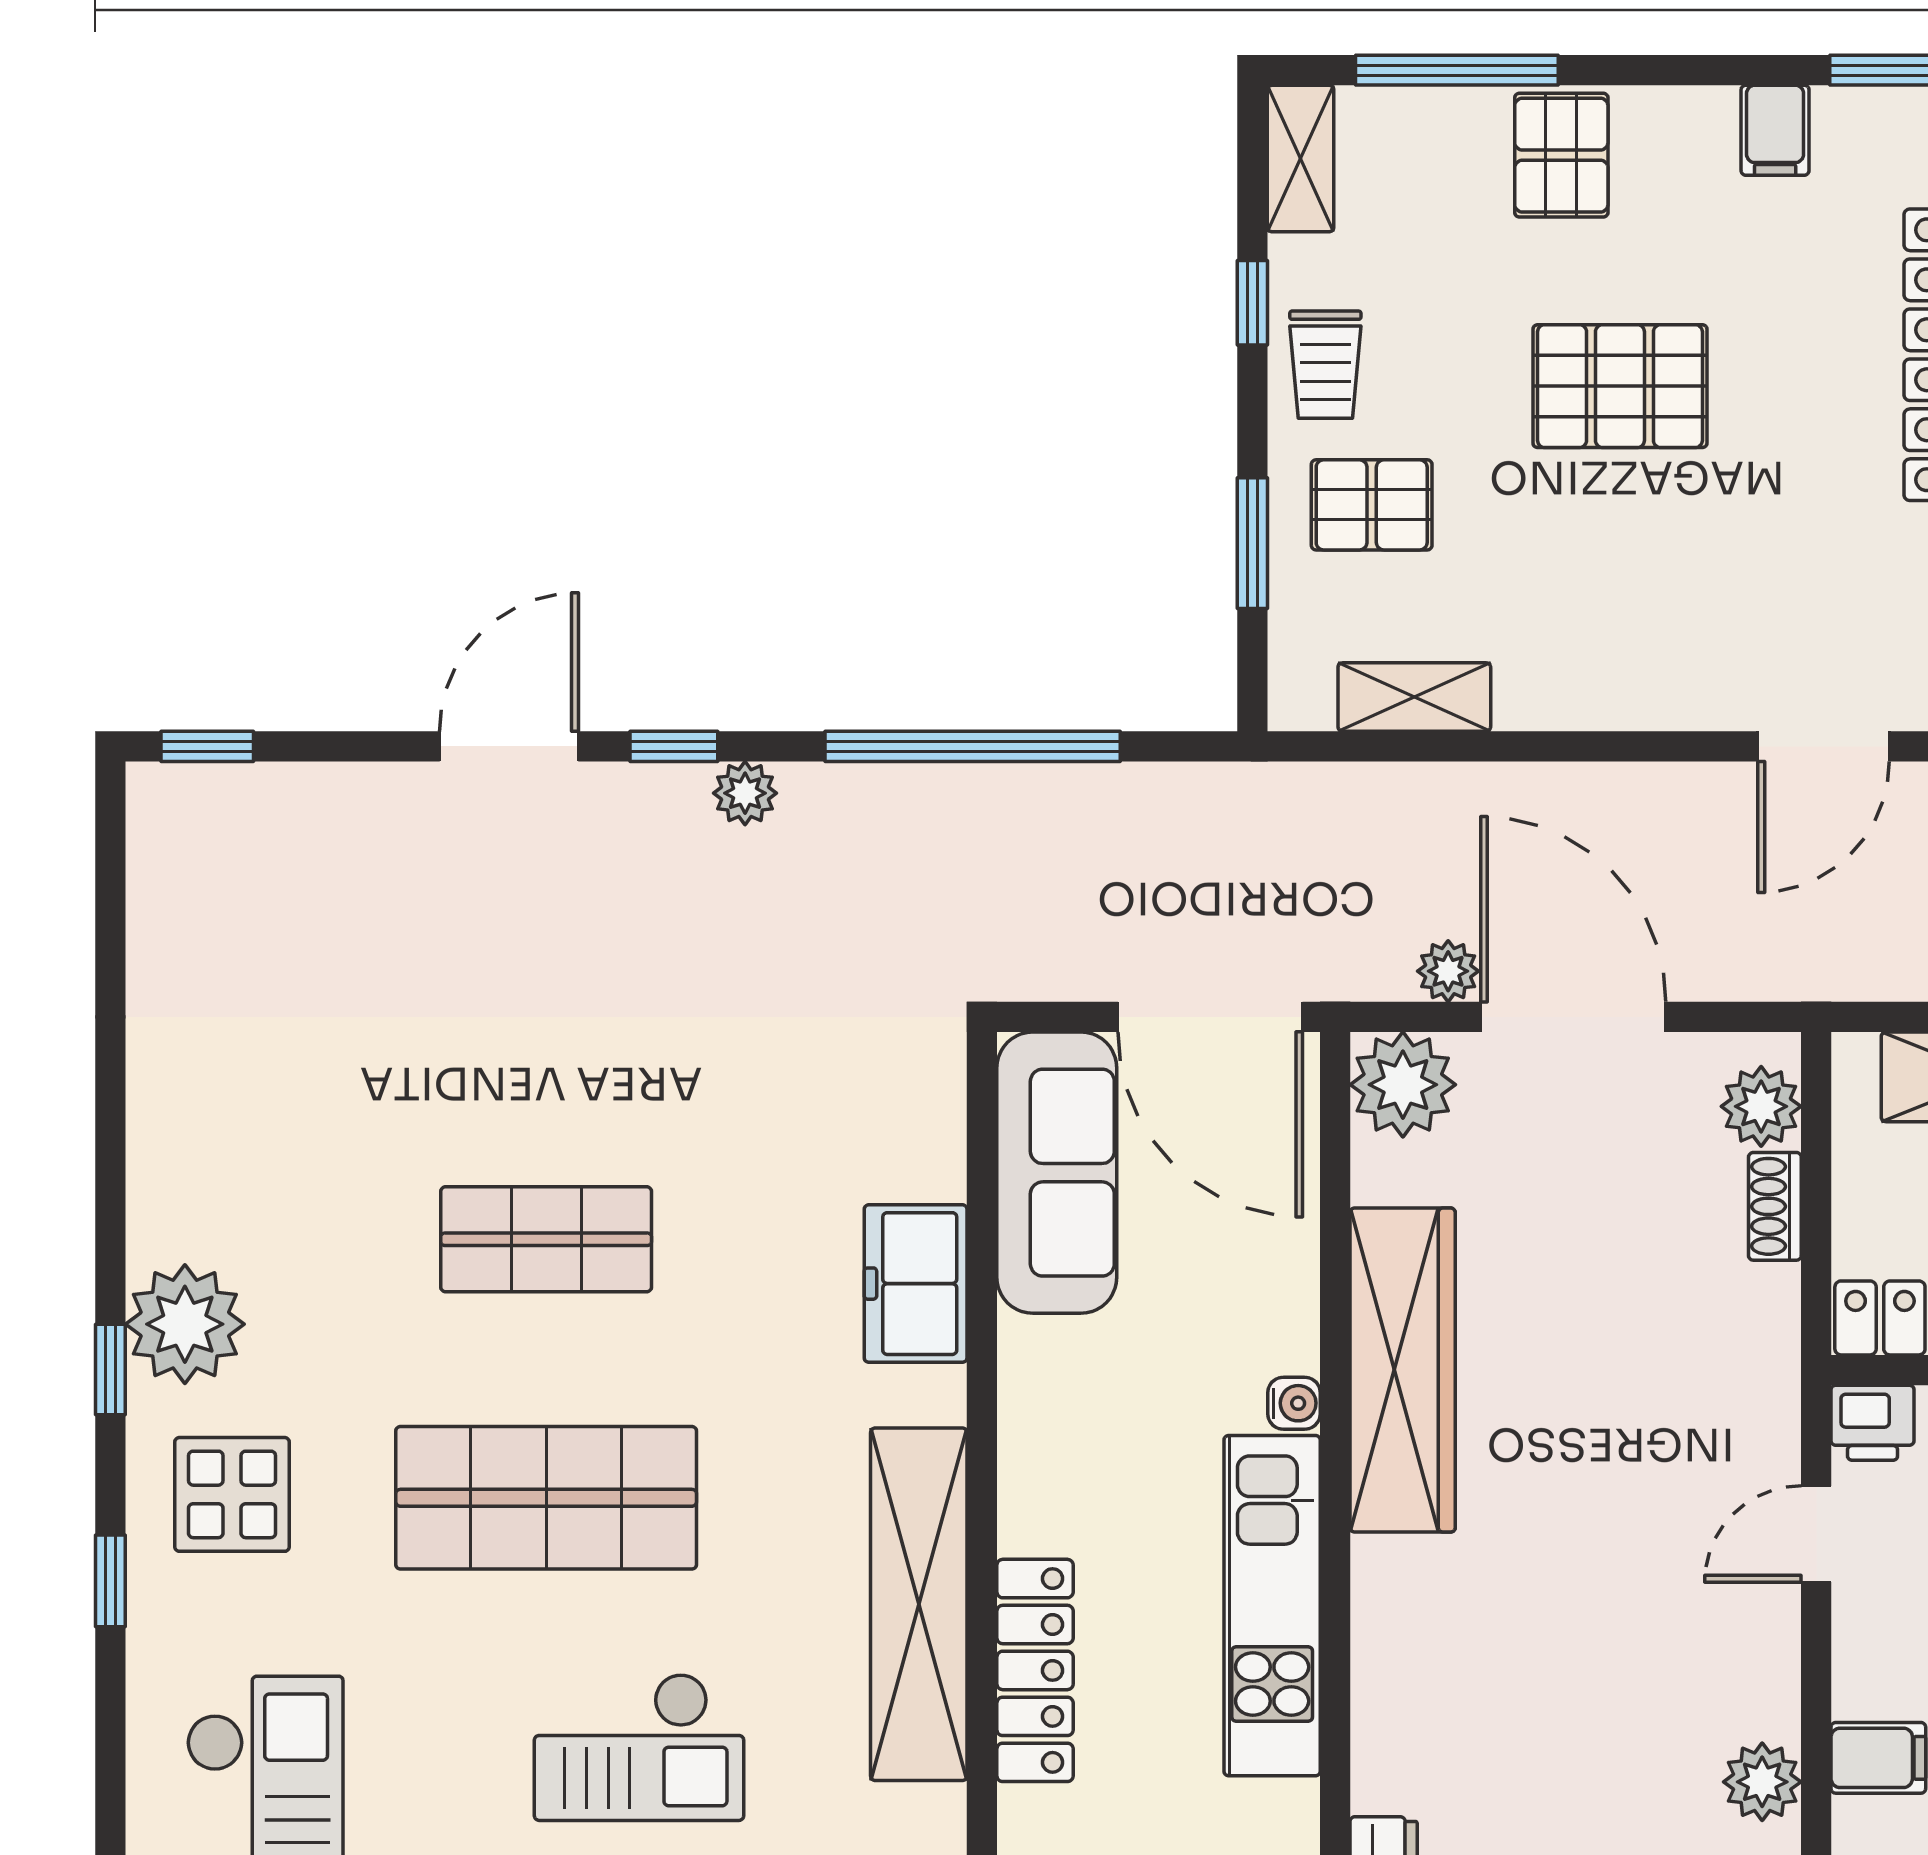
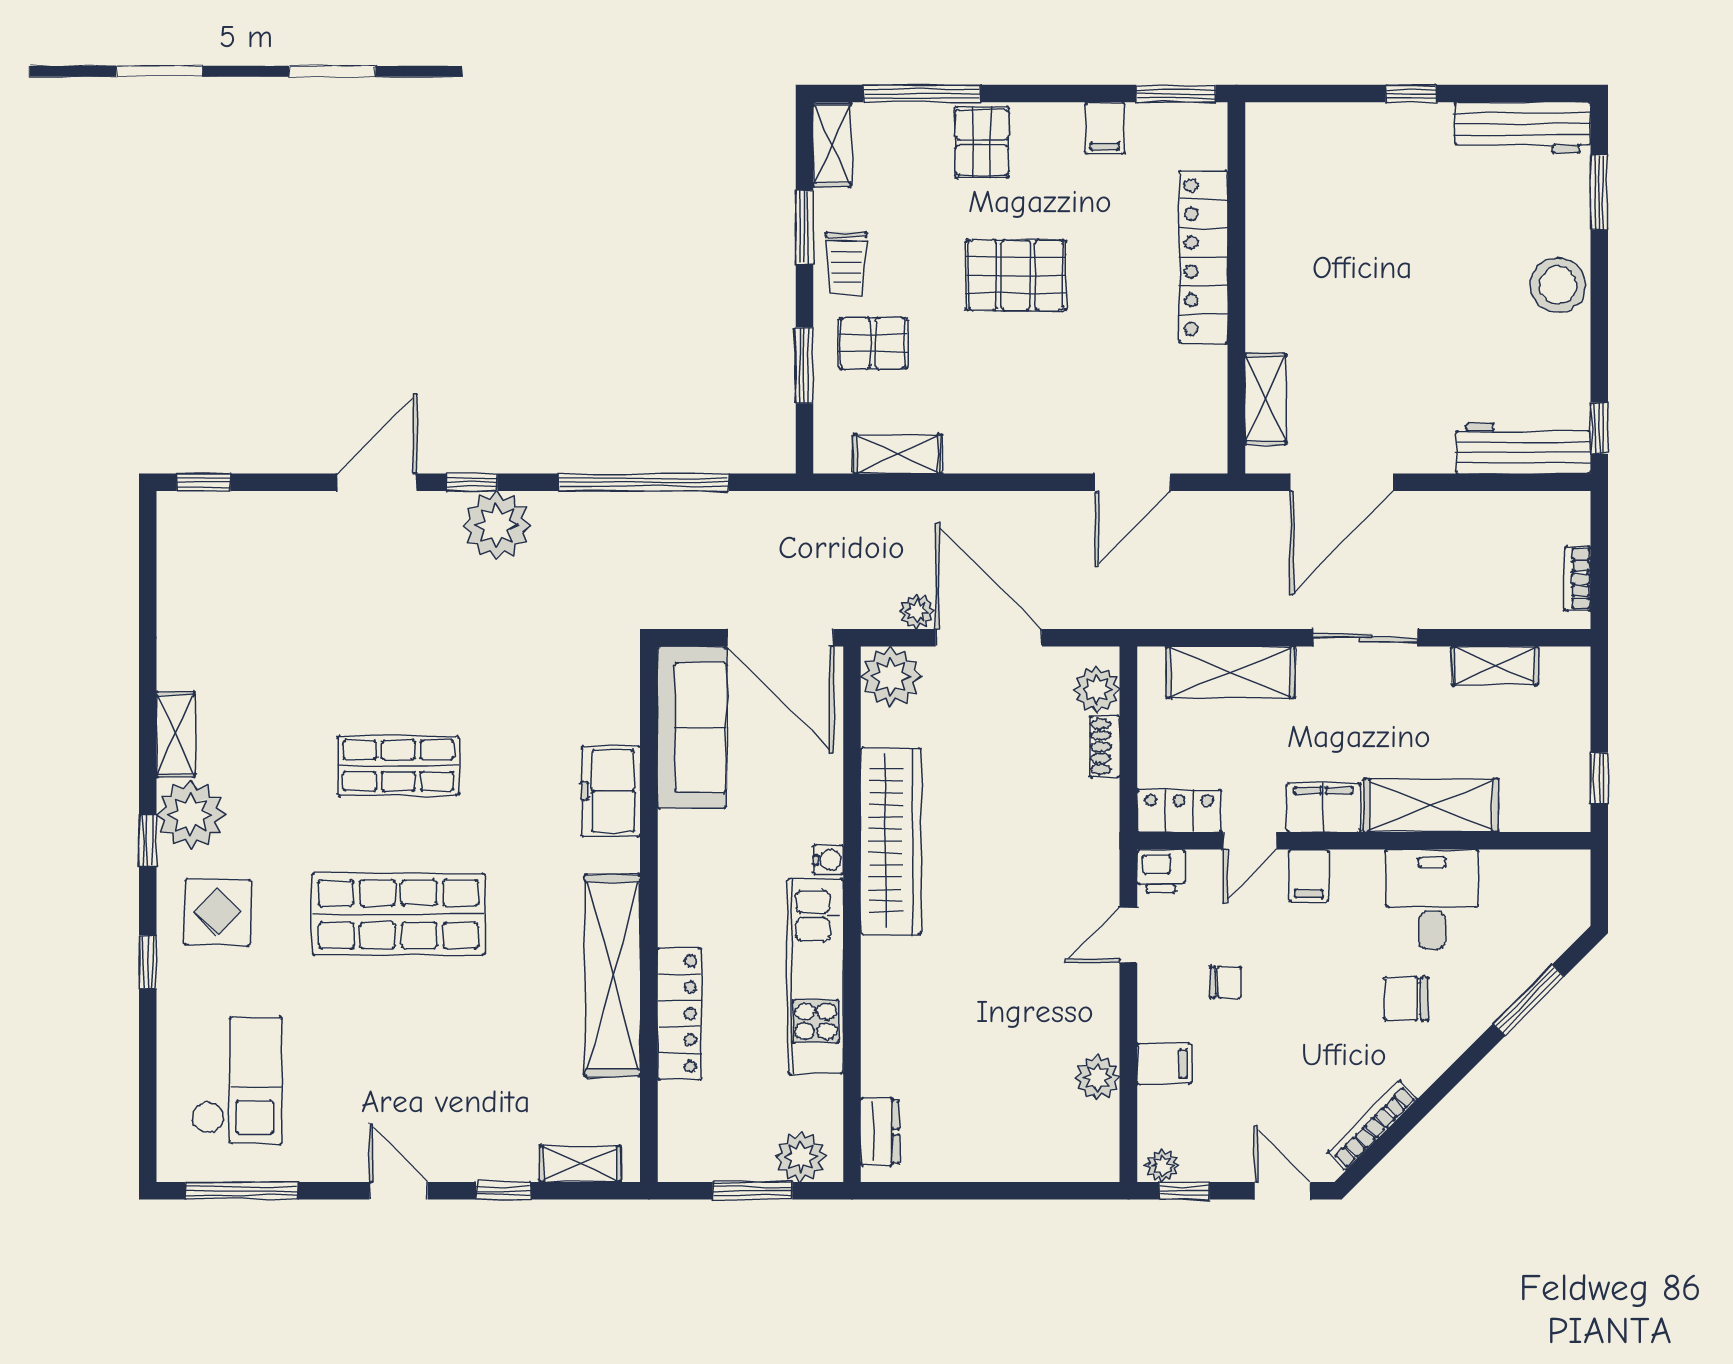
window: (1252, 303) -> (804, 227), width x1.50
plant: (745, 793) -> (497, 525), width x1.87, depth x1.87
shelving: (159, 1185) -> (176, 734), added
checkout: (639, 1747) -> (452, 1058), removed

